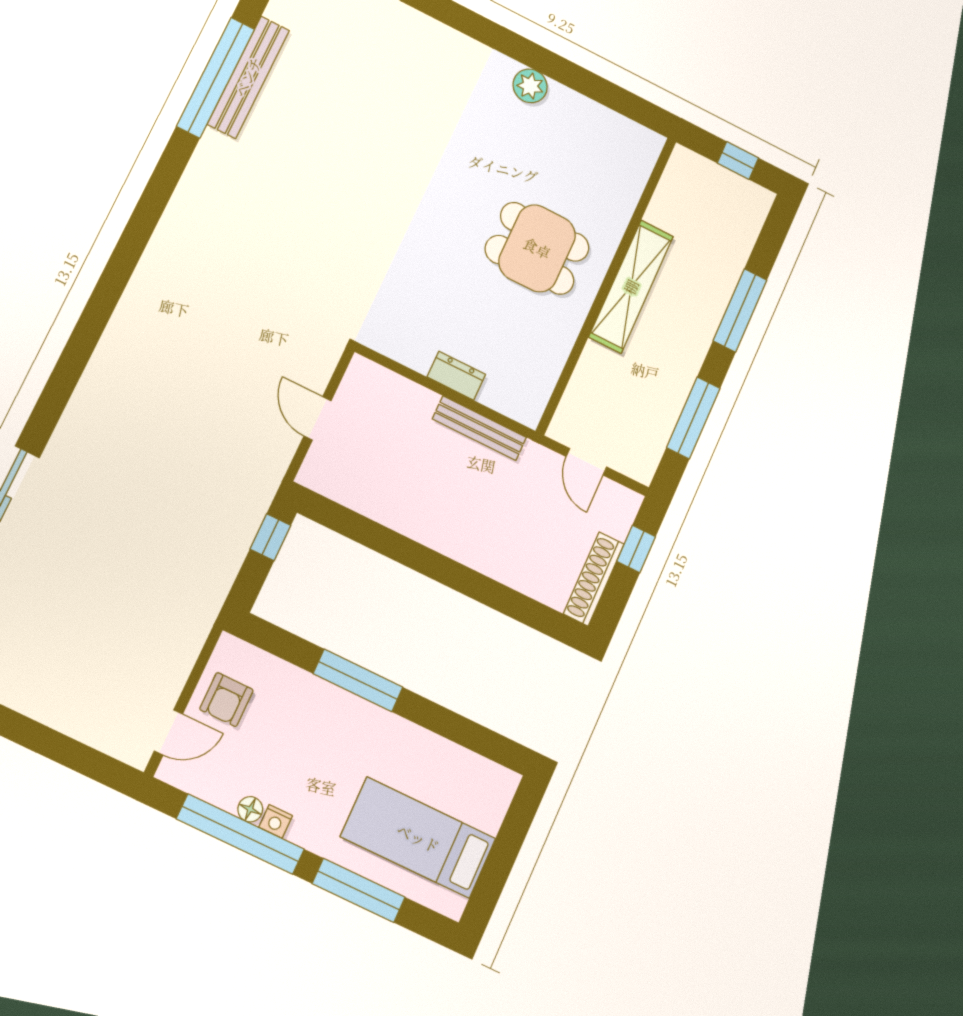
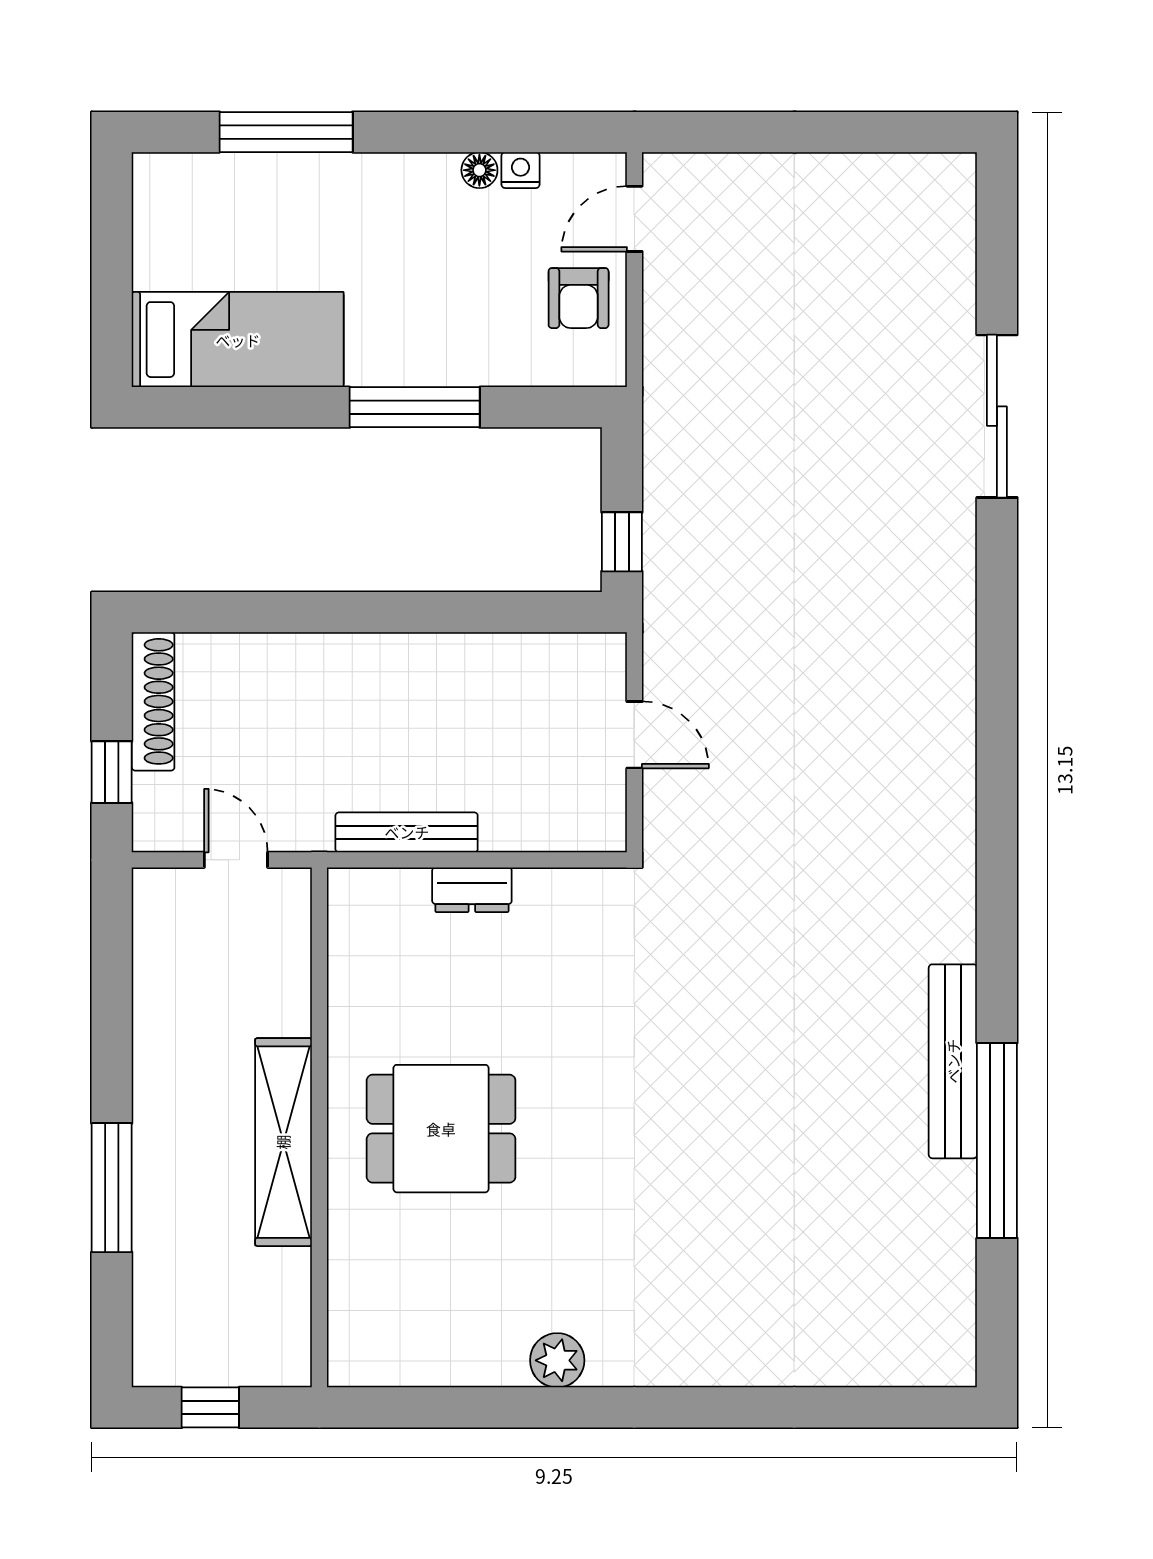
bench: (248, 77) -> (953, 1061), moved
window: (693, 418) -> (112, 998), removed
armchair: (226, 700) -> (579, 298), turned 180
nightstand: (276, 821) -> (521, 170), moved
window: (240, 834) -> (477, 132), removed
bed: (418, 838) -> (238, 340), moved

